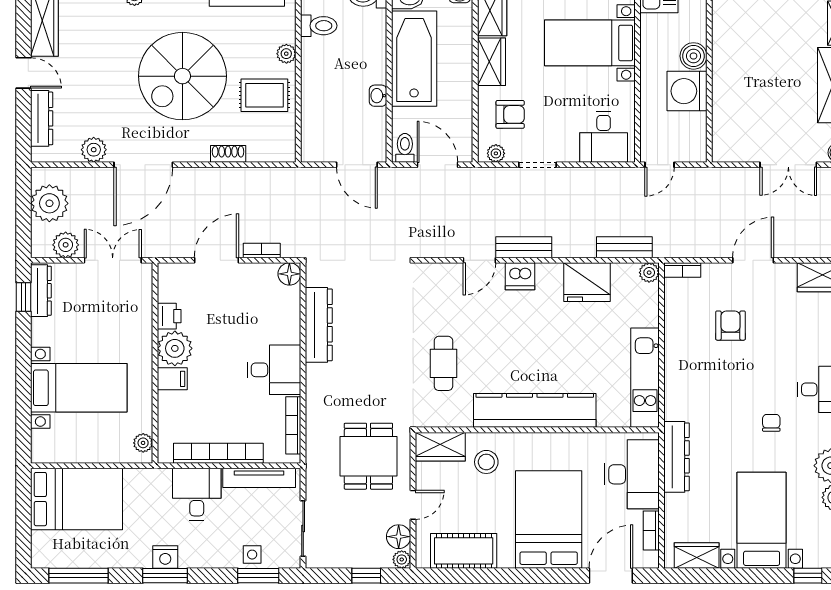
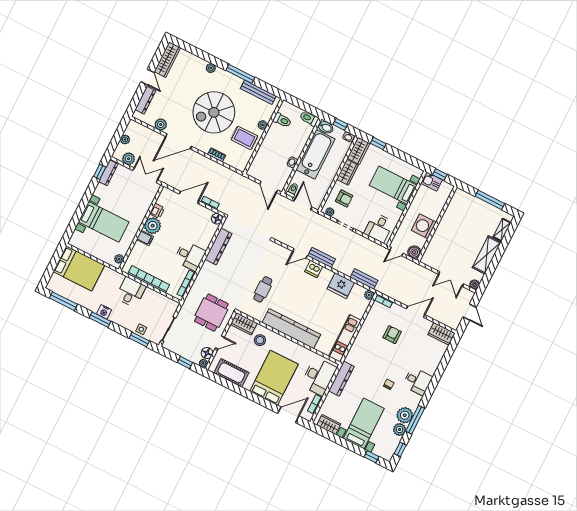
boiler: (693, 56) -> (414, 252), moved
plant: (49, 203) -> (125, 139), width x0.53, depth x0.53
tv unit: (259, 478) -> (161, 298), removed

